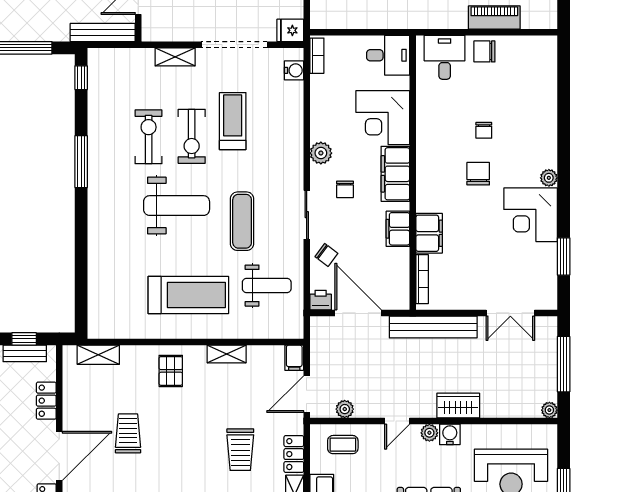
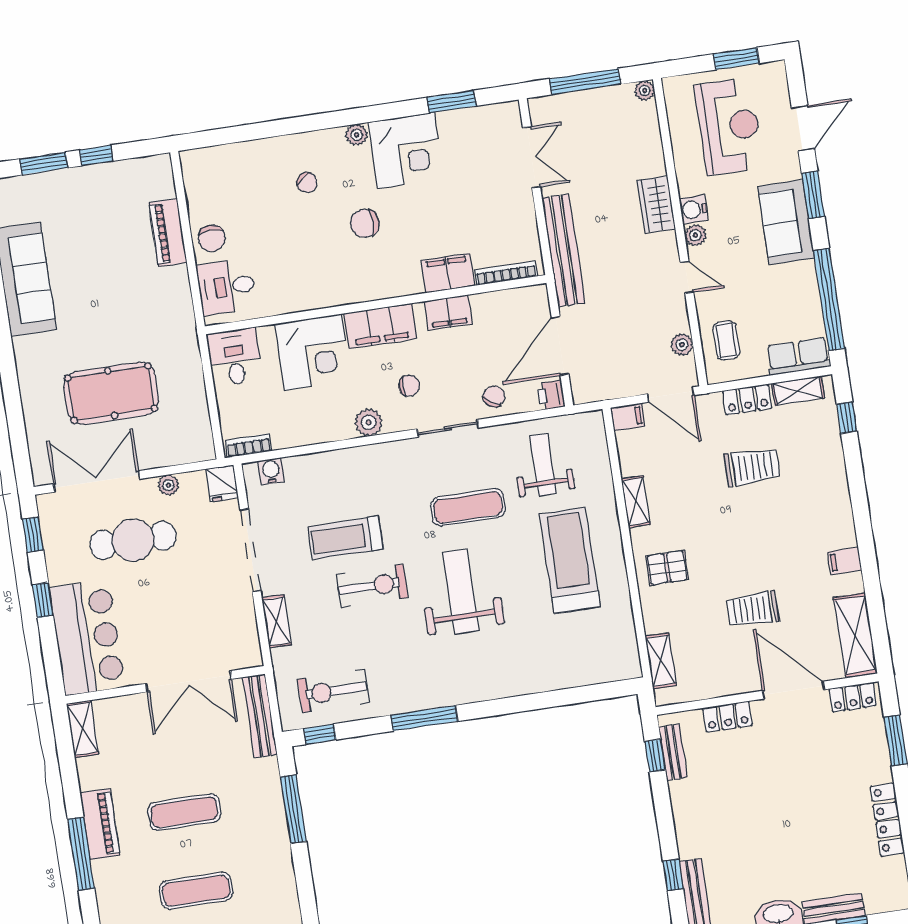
chair: (484, 130) -> (307, 183), moved, turned 54
exercise bike: (149, 137) -> (334, 691), moved

